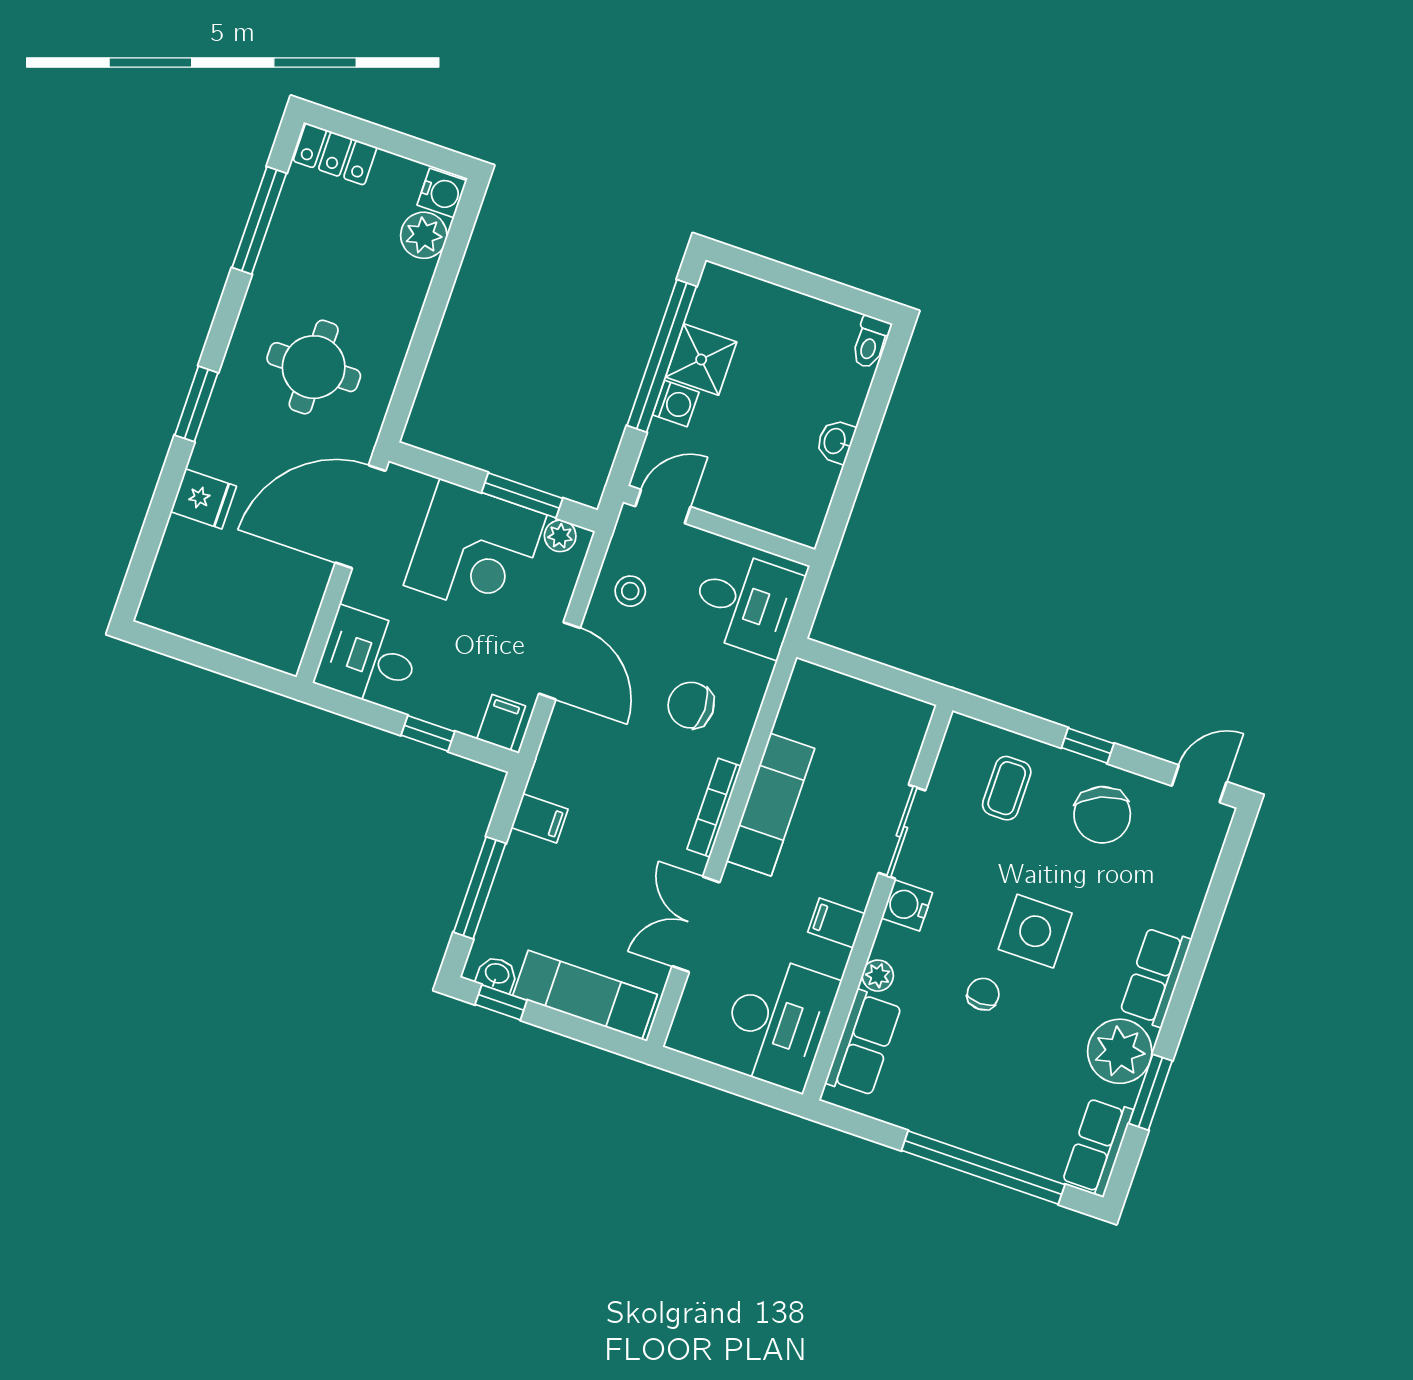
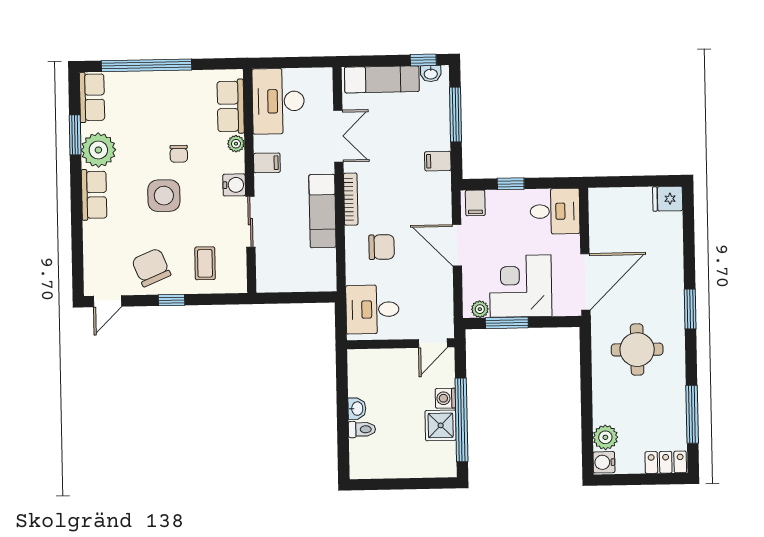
toilet: (870, 342) -> (362, 429), moved, turned 90
fridge: (203, 499) -> (668, 199), moved
stool: (630, 591) -> (434, 294), removed

